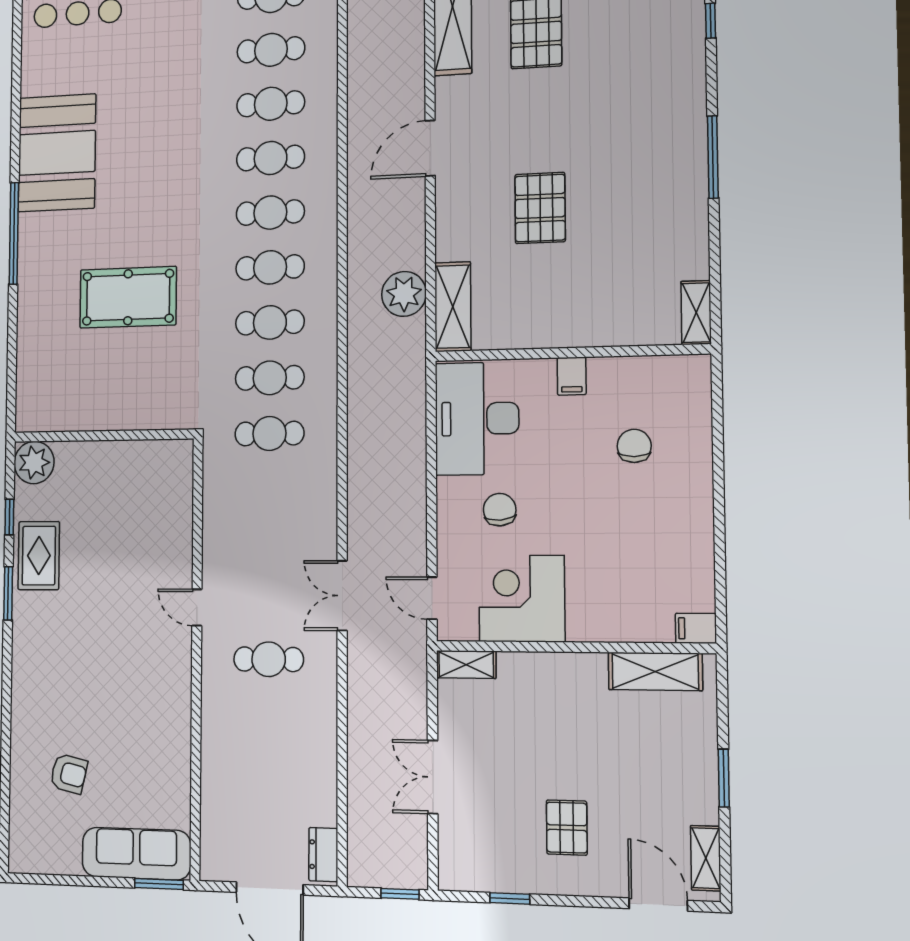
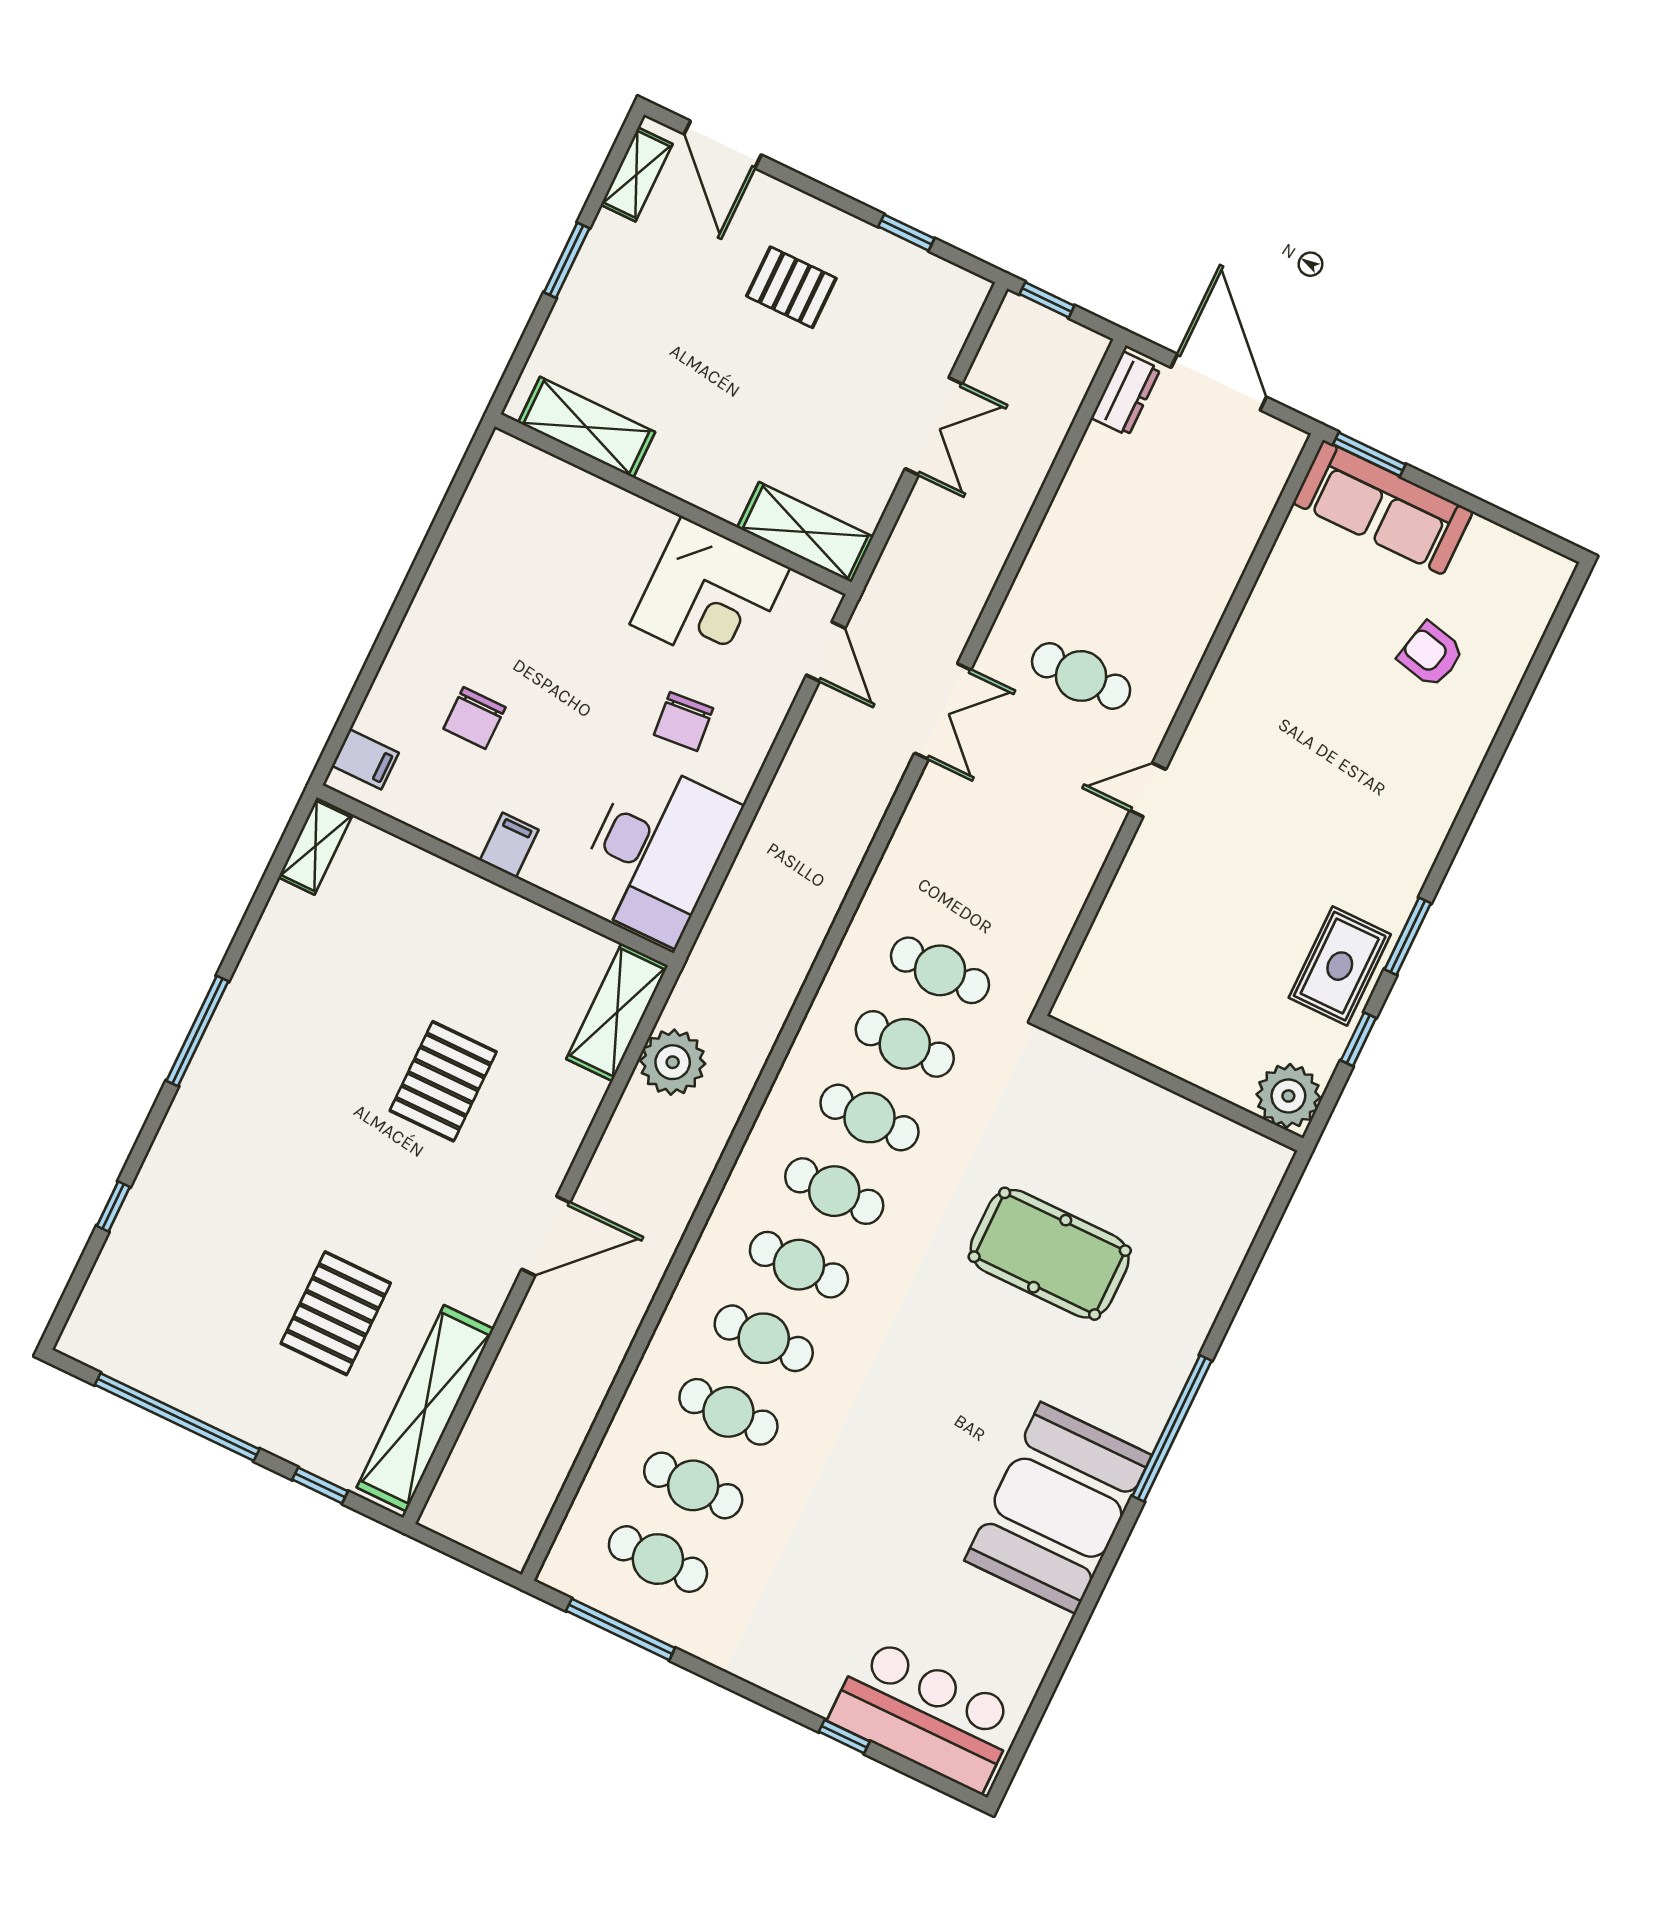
door: (197, 607) -> (1148, 790), swing flipped
filing cabinet: (696, 628) -> (365, 759), moved
shelving: (466, 665) -> (805, 532), width x1.50, depth x1.33
pallet: (567, 828) -> (791, 287), turned 90

